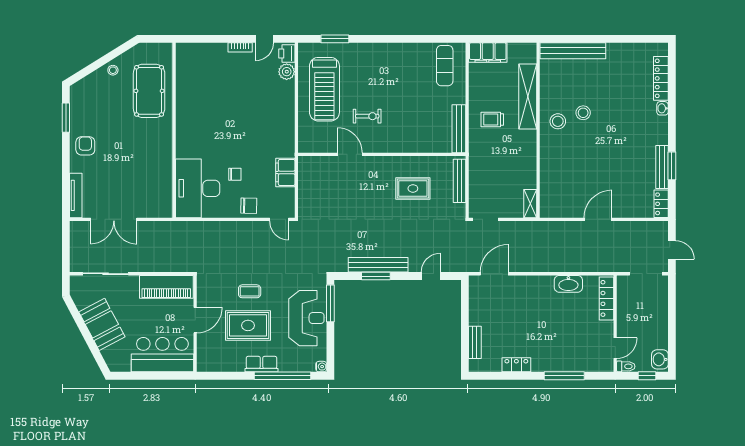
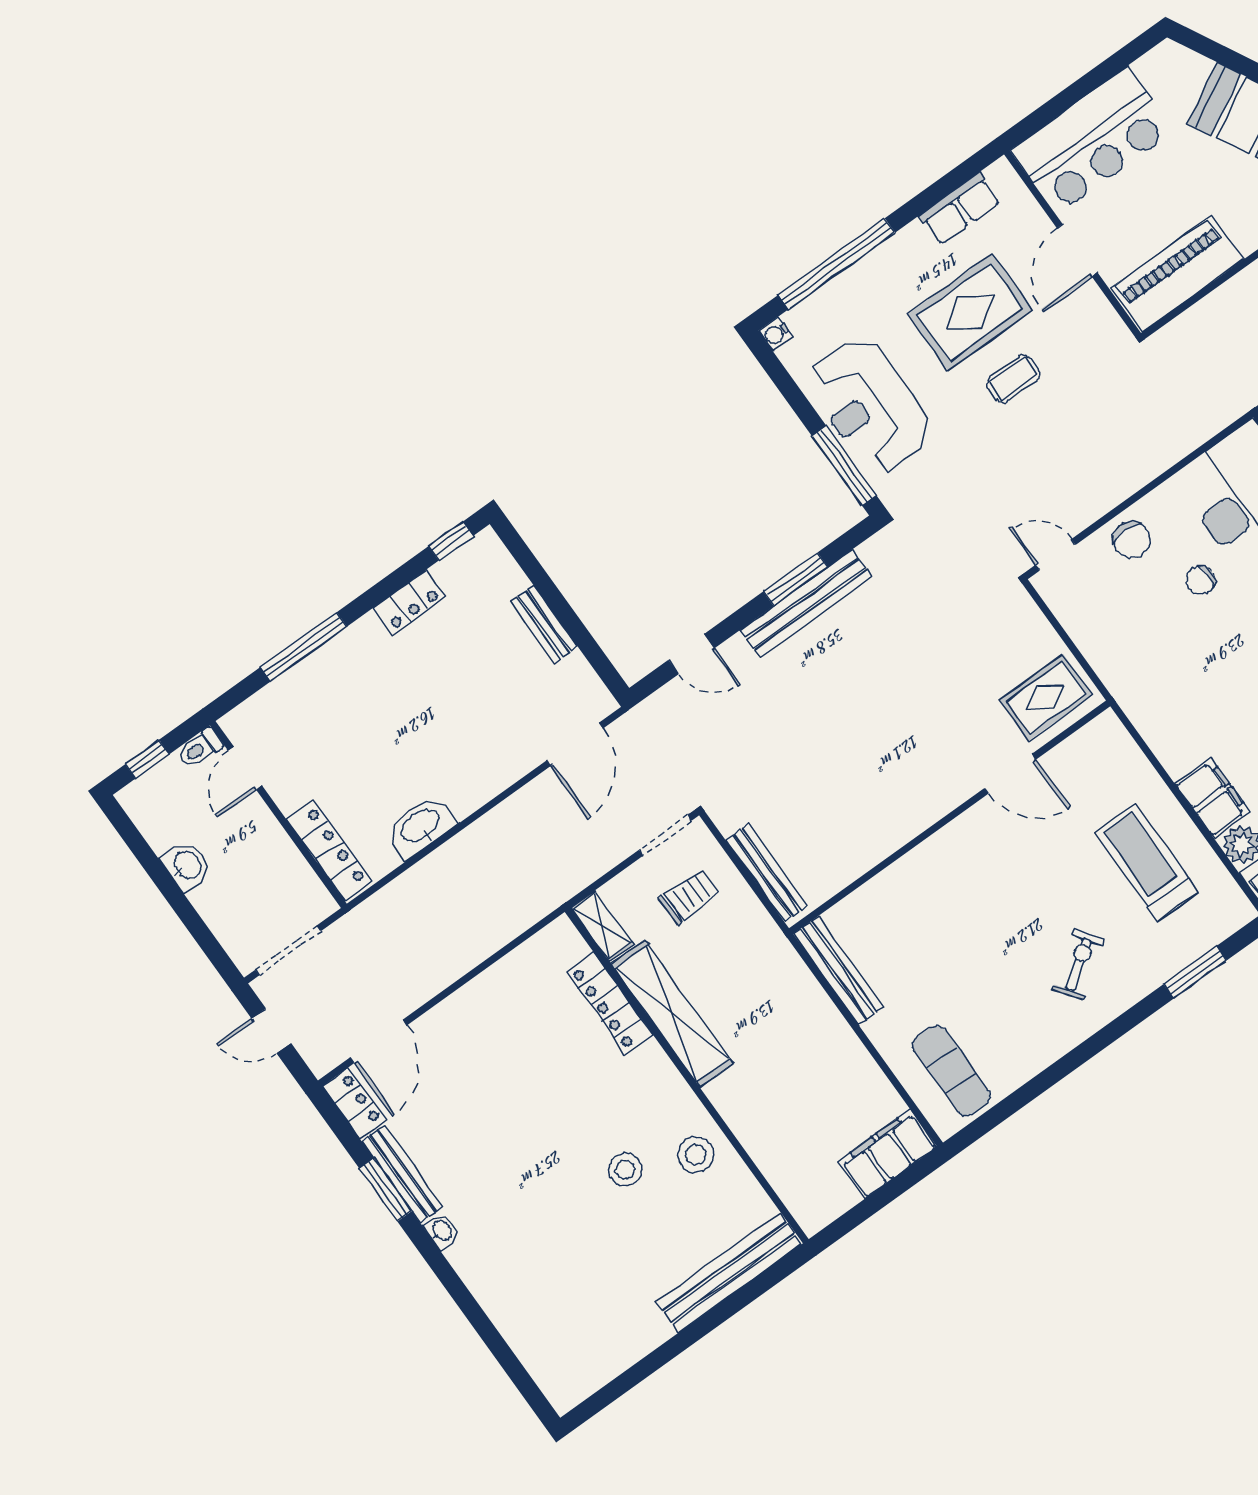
locker: (661, 78) -> (610, 1003), moved, turned 180
treadmill: (324, 89) -> (1147, 863), width x0.73, depth x0.73
shelving: (528, 97) -> (672, 1013), moved
washbasin: (662, 108) -> (442, 1231), moved
exercise bike: (367, 116) -> (1079, 965), moved, turned 145
trolley: (492, 120) -> (689, 896), moved
stool: (558, 121) -> (696, 1155), moved
filing cabinet: (285, 172) -> (1212, 798), moved
rug: (413, 188) -> (1046, 698), moved
chair: (249, 206) -> (1132, 540), turned -91
door: (598, 219) -> (379, 1041), moved
door: (431, 276) -> (692, 654), hinge flipped
bench: (475, 342) -> (544, 624), moved
washbasin: (660, 359) -> (187, 865), moved
row of seats: (262, 364) -> (960, 209), moved
window: (486, 376) -> (451, 541), added

